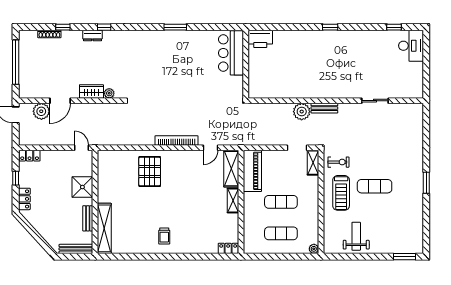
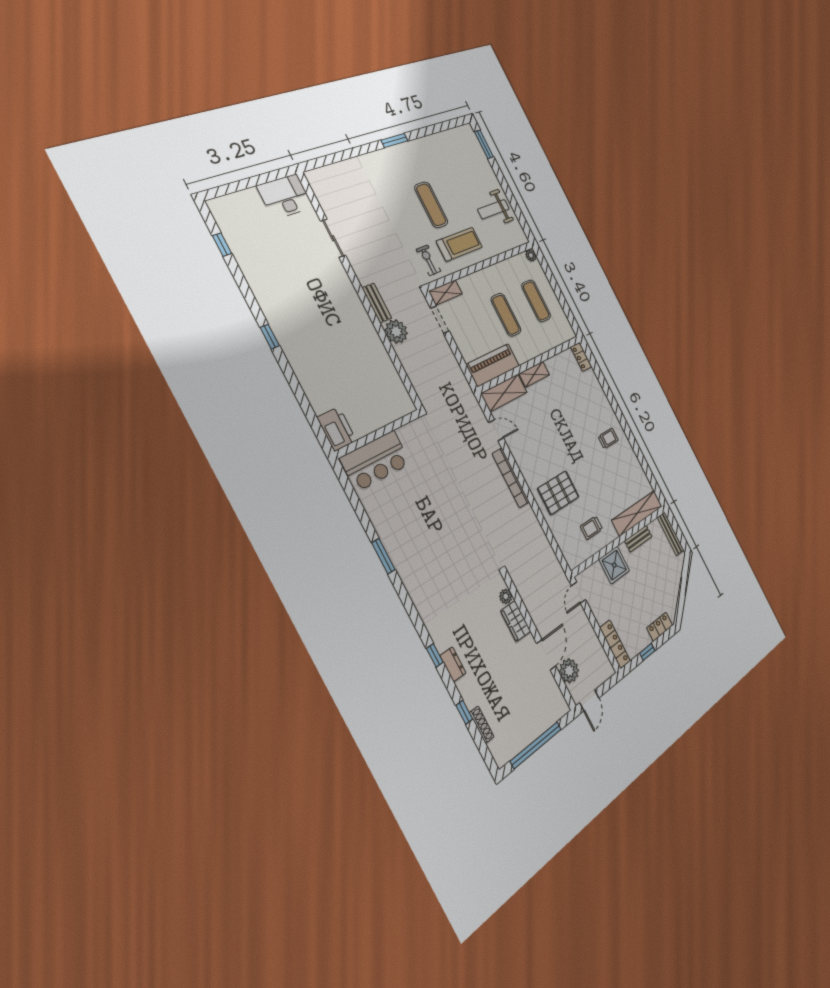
desk: (411, 46) -> (285, 196), moved
door: (60, 101) -> (546, 655), hinge flipped
locker: (30, 156) -> (615, 644), width x1.53
trolley: (115, 184) -> (591, 528), added

